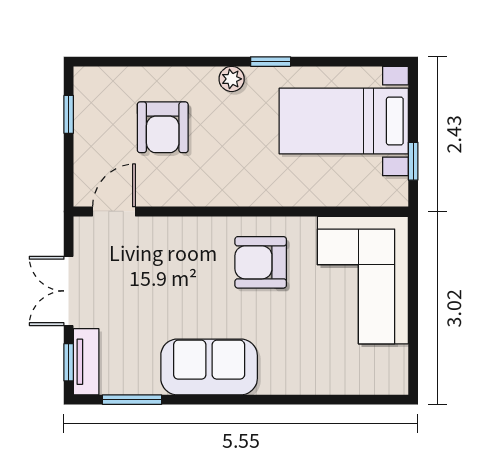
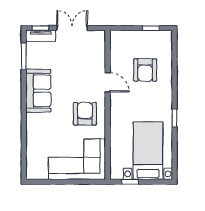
plant: (232, 79) -> (167, 101), removed
armchair: (163, 127) -> (145, 70), turned -90
door: (114, 211) -> (108, 82), moved

